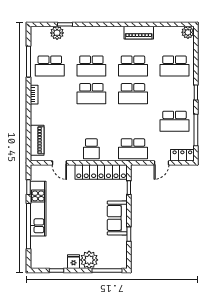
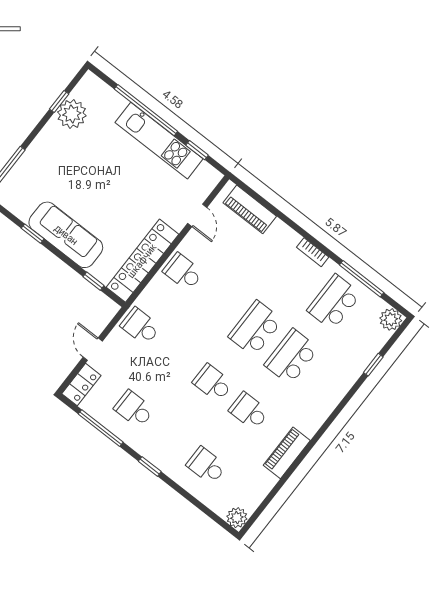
plant: (57, 33) -> (391, 319), moved
school desk: (133, 66) -> (249, 411), width x0.54
school desk: (174, 66) -> (206, 466), width x0.54
school desk: (133, 94) -> (213, 383), width x0.54
school desk: (174, 121) -> (134, 409), width x0.54
school desk: (133, 149) -> (140, 326), width x0.54
door: (59, 163) -> (197, 215), swing flipped
sofa: (117, 218) -> (66, 235), width x1.36
plant: (89, 260) -> (72, 114), moved
fridge: (73, 262) -> (53, 133), removed

